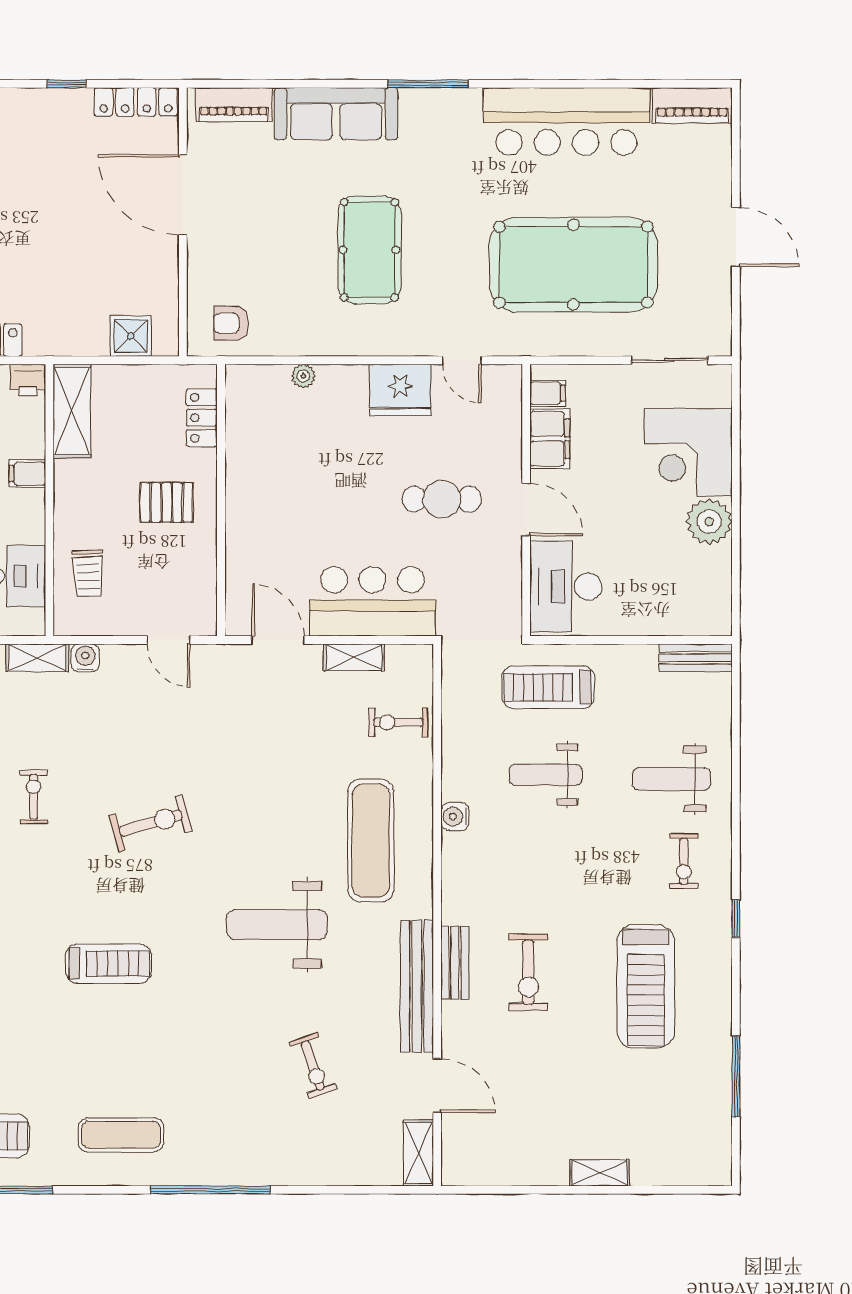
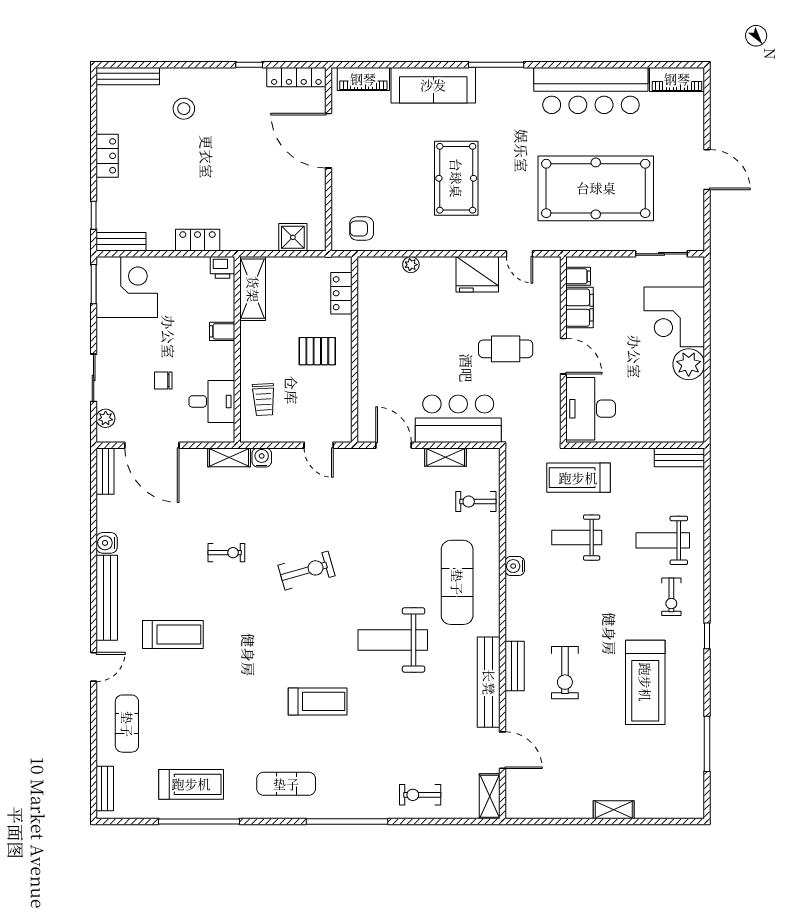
exercise bike: (34, 797) -> (226, 553), turned 90
treadmill: (109, 964) -> (318, 701), moved
exercise bike: (313, 1065) -> (420, 795), moved, turned 109

